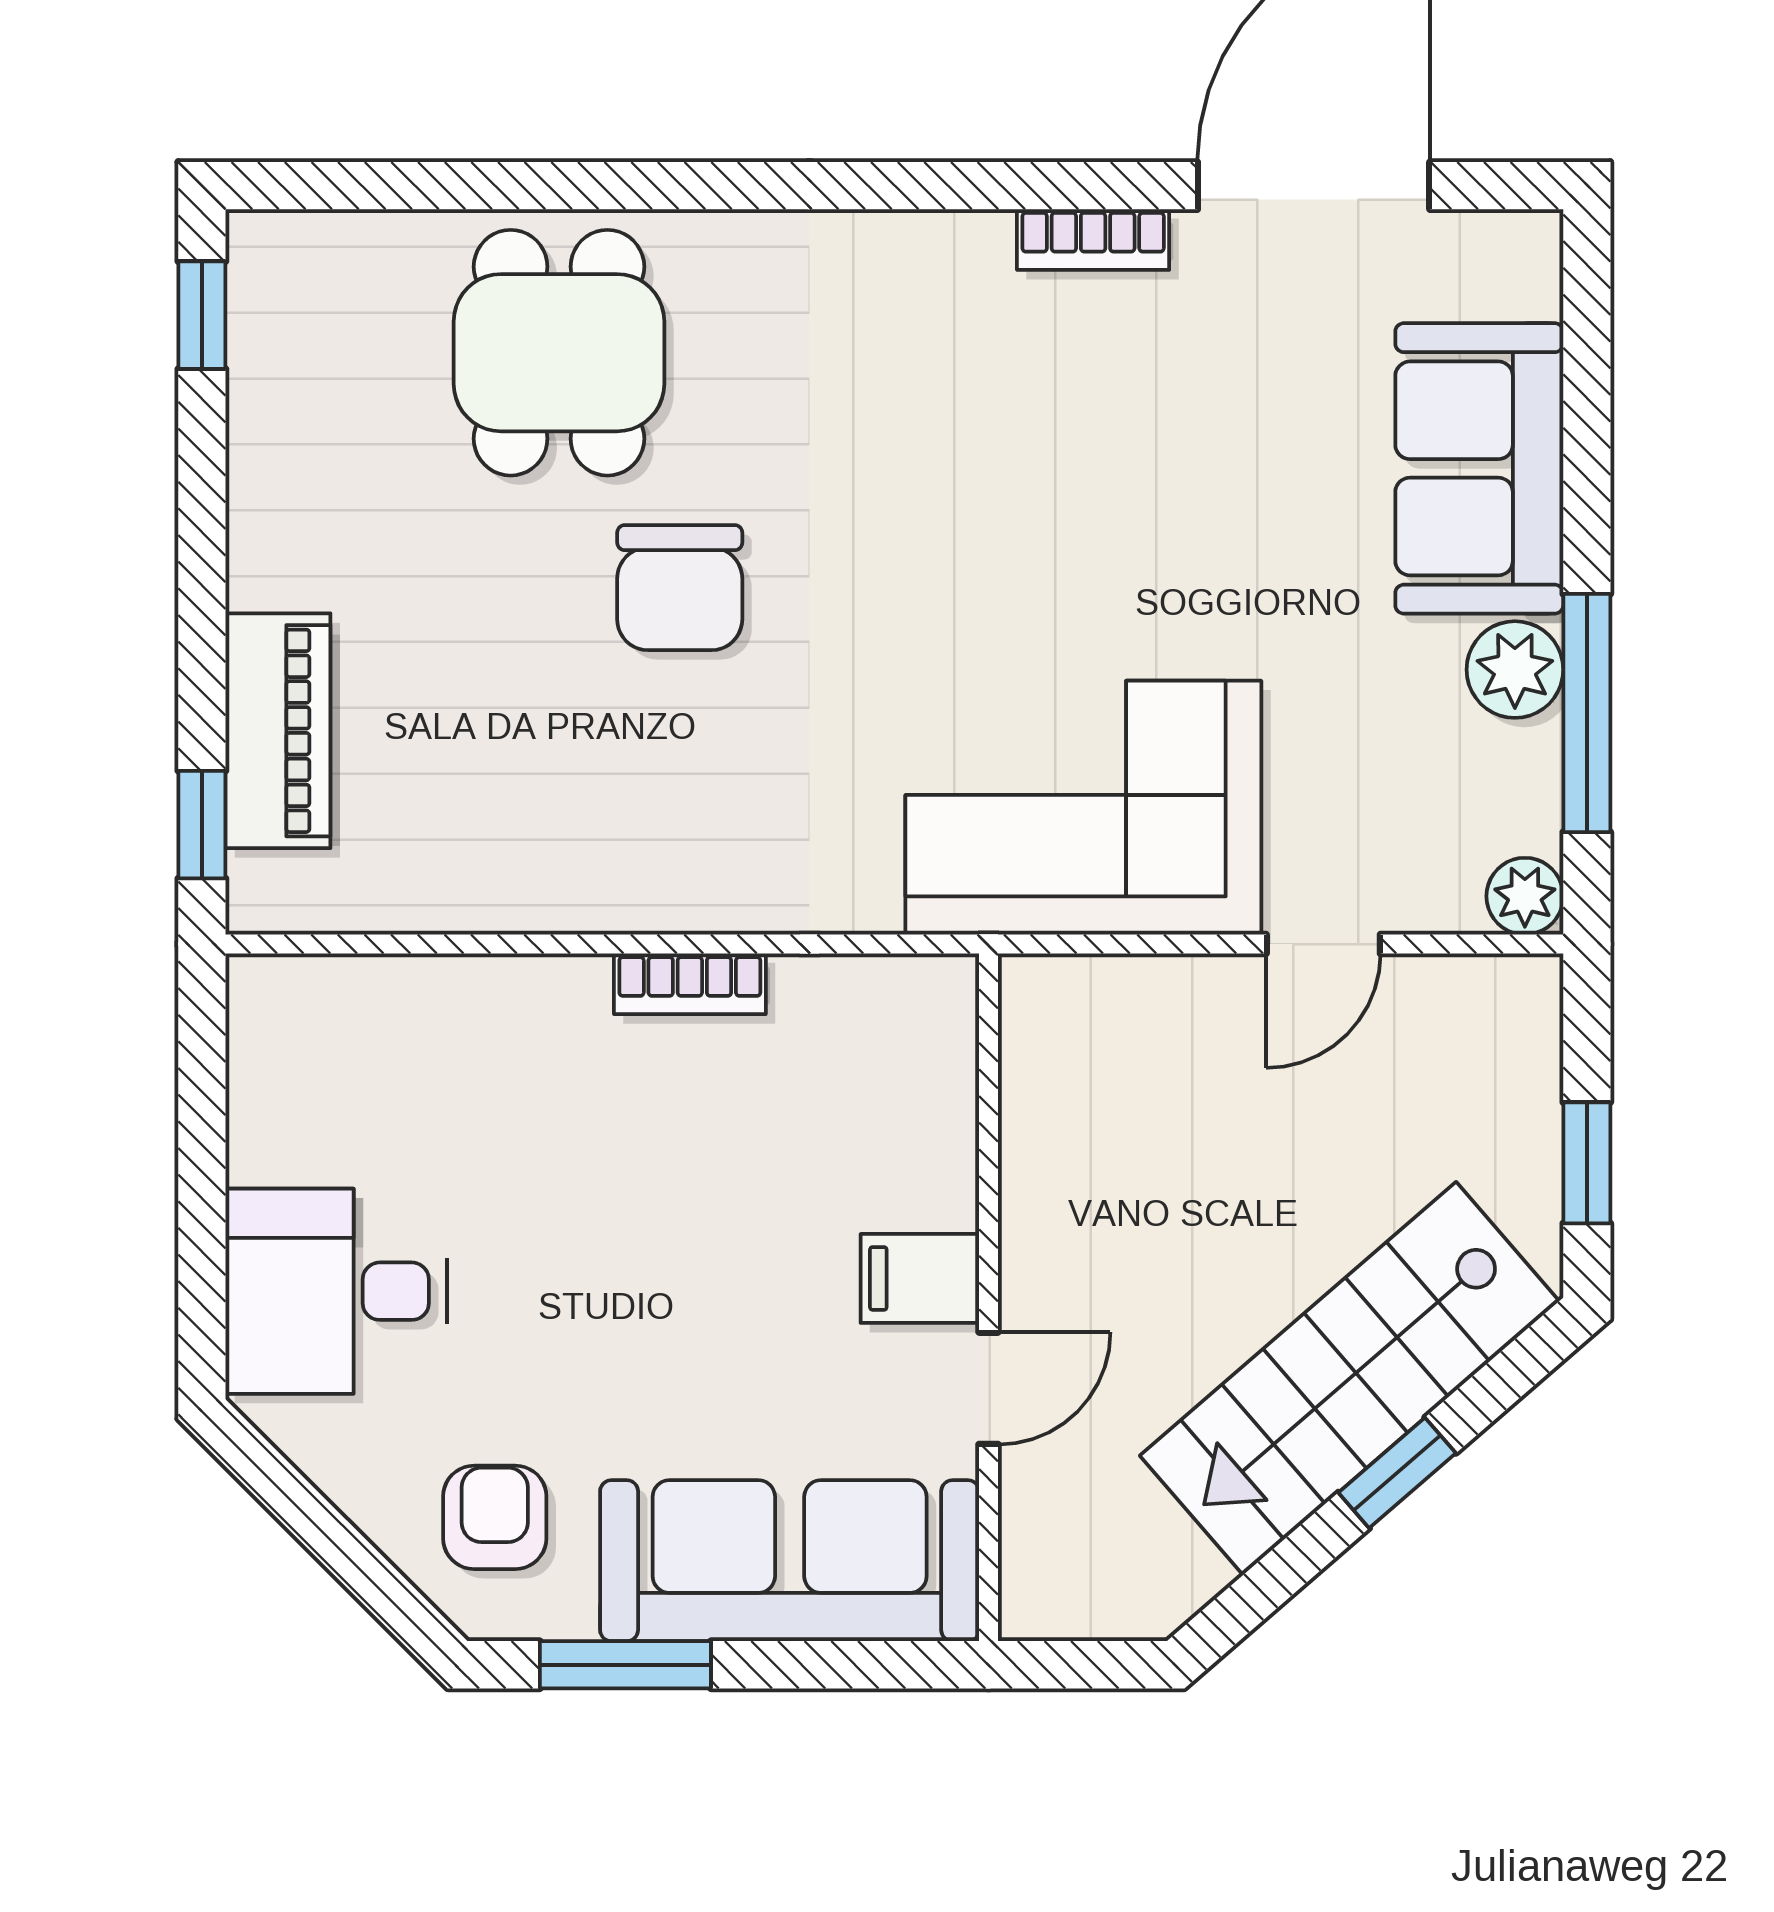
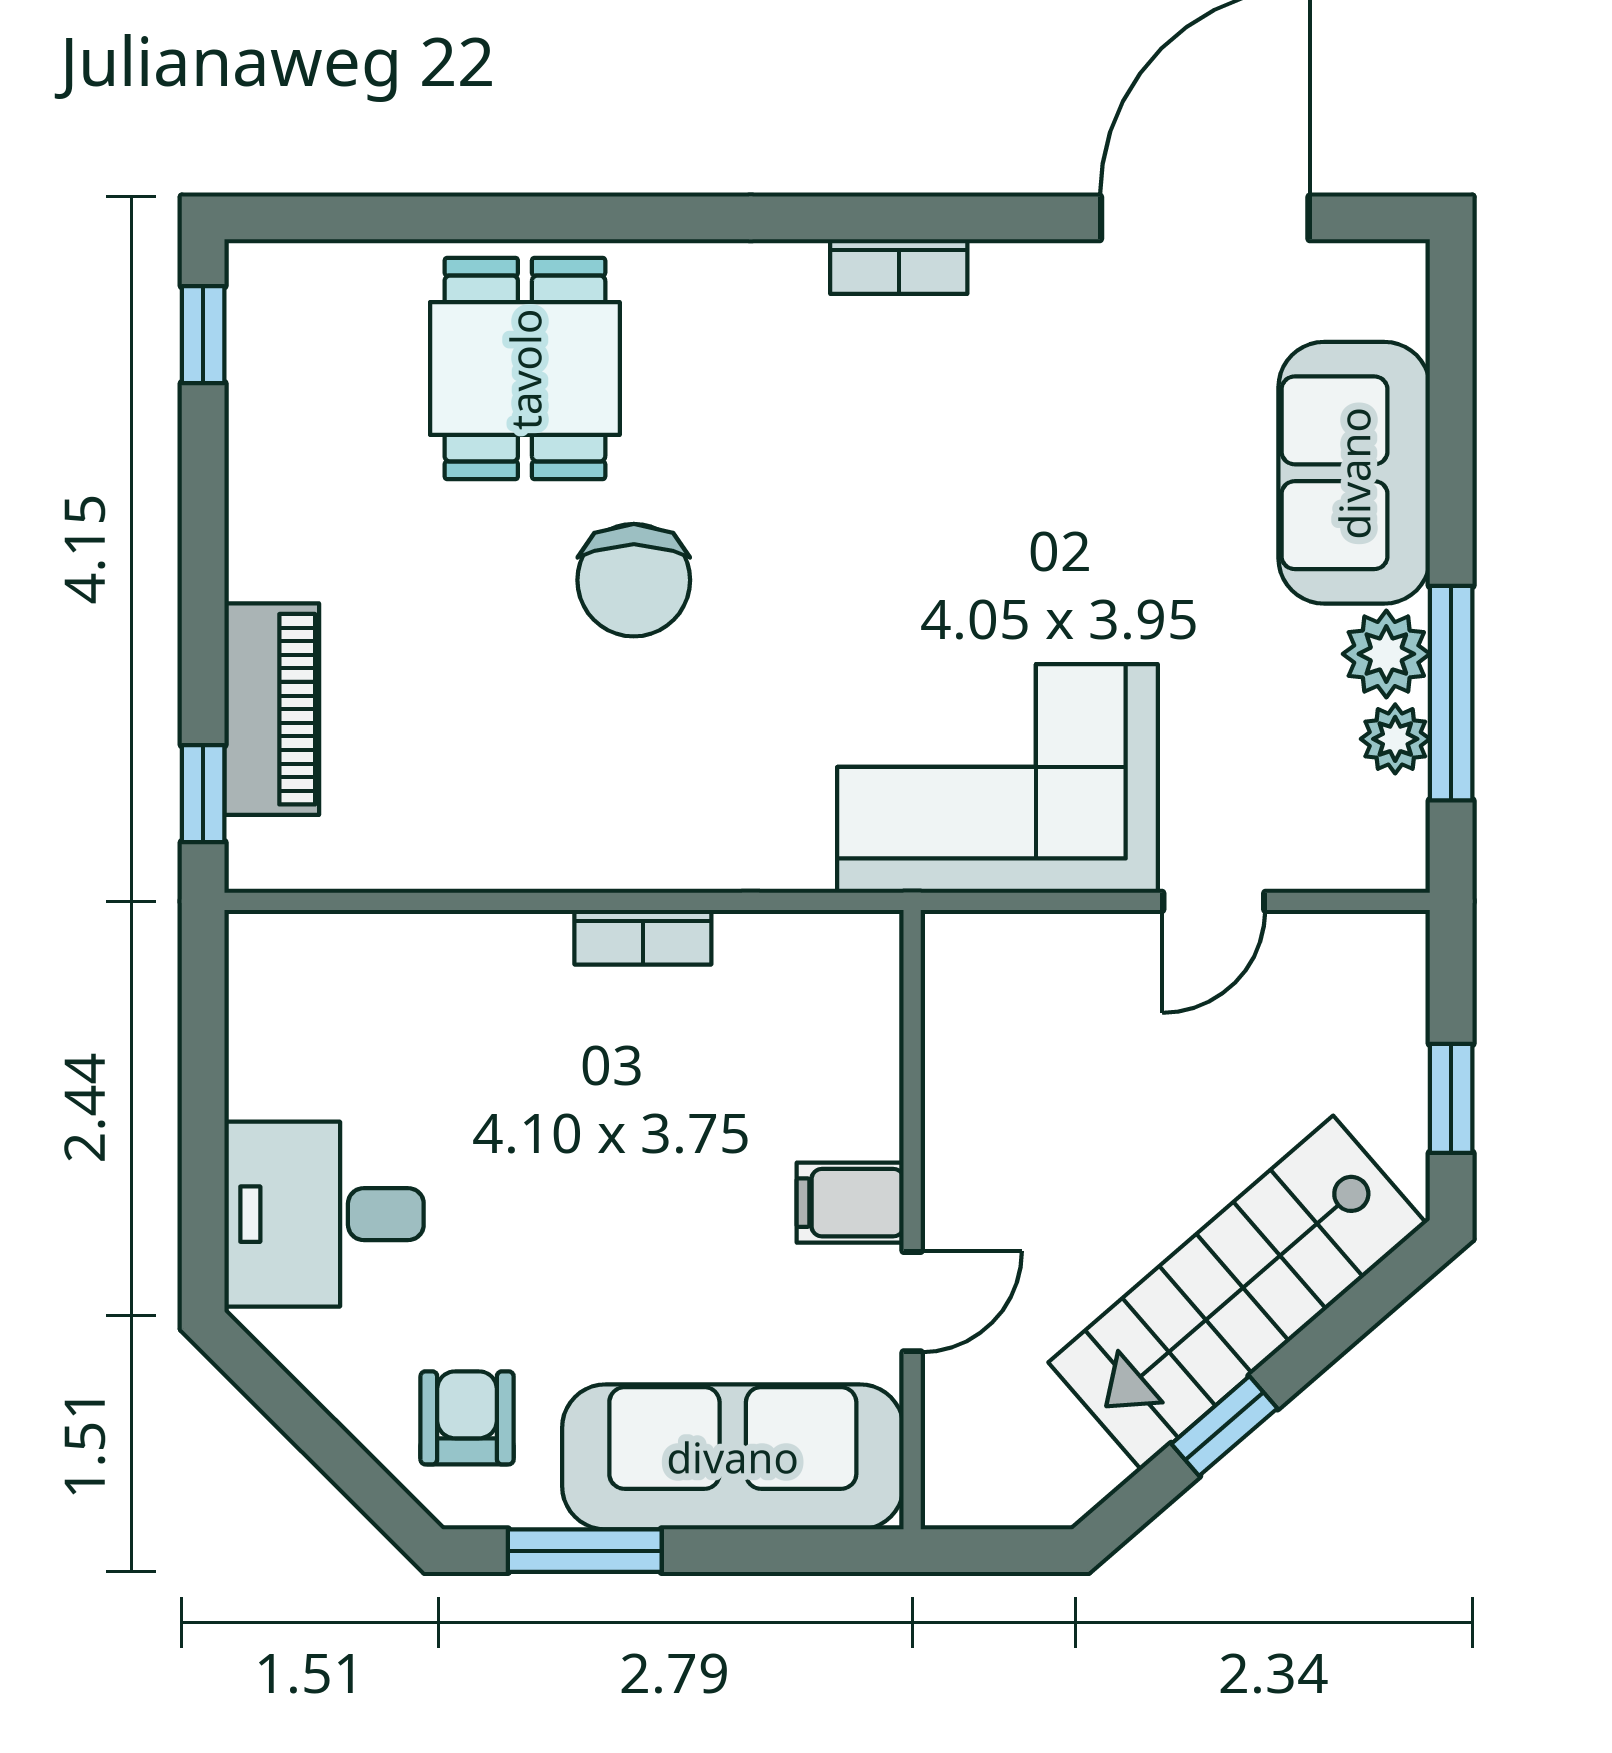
bookcase: (1093, 240) -> (899, 267), moved
plant: (1525, 896) -> (1395, 739), moved
window: (1397, 1473) -> (1224, 1426), moved

